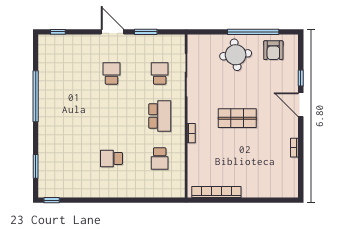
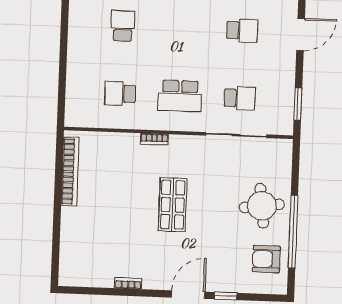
window: (146, 32) -> (298, 104), moved

